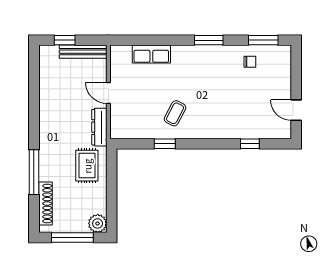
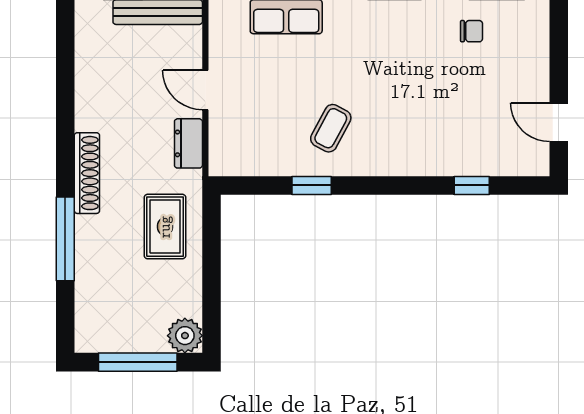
dresser: (99, 127) -> (188, 143), width x0.70
shoe rack: (45, 204) -> (87, 173), moved

